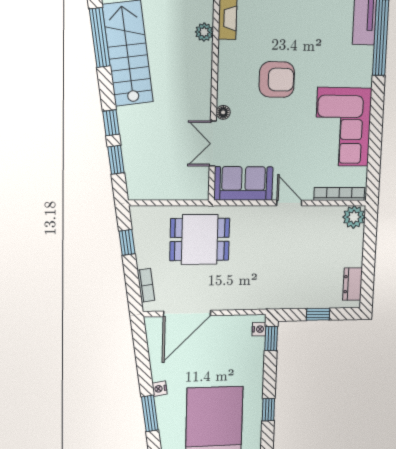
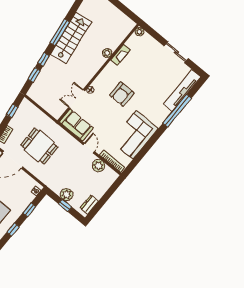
window: (100, 38) -> (60, 32), moved
armchair: (277, 79) -> (122, 94), turned 90
plant: (354, 217) -> (98, 166), moved
dining table: (200, 239) -> (39, 146), moved
plant: (308, 297) -> (67, 195), added
window: (271, 338) -> (29, 210), moved

